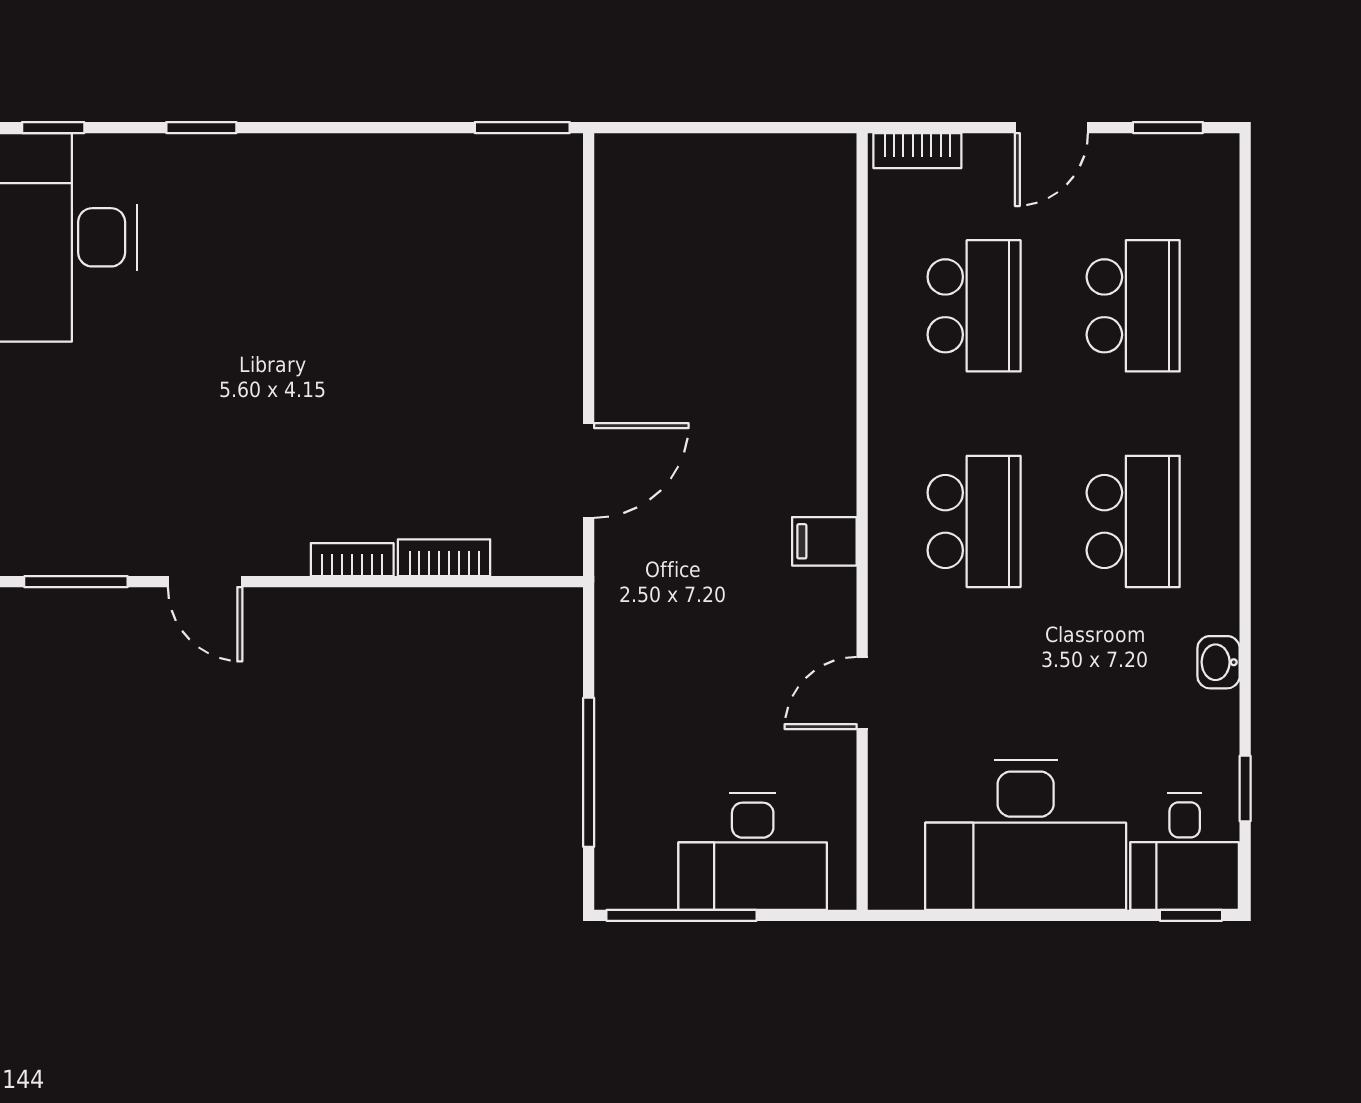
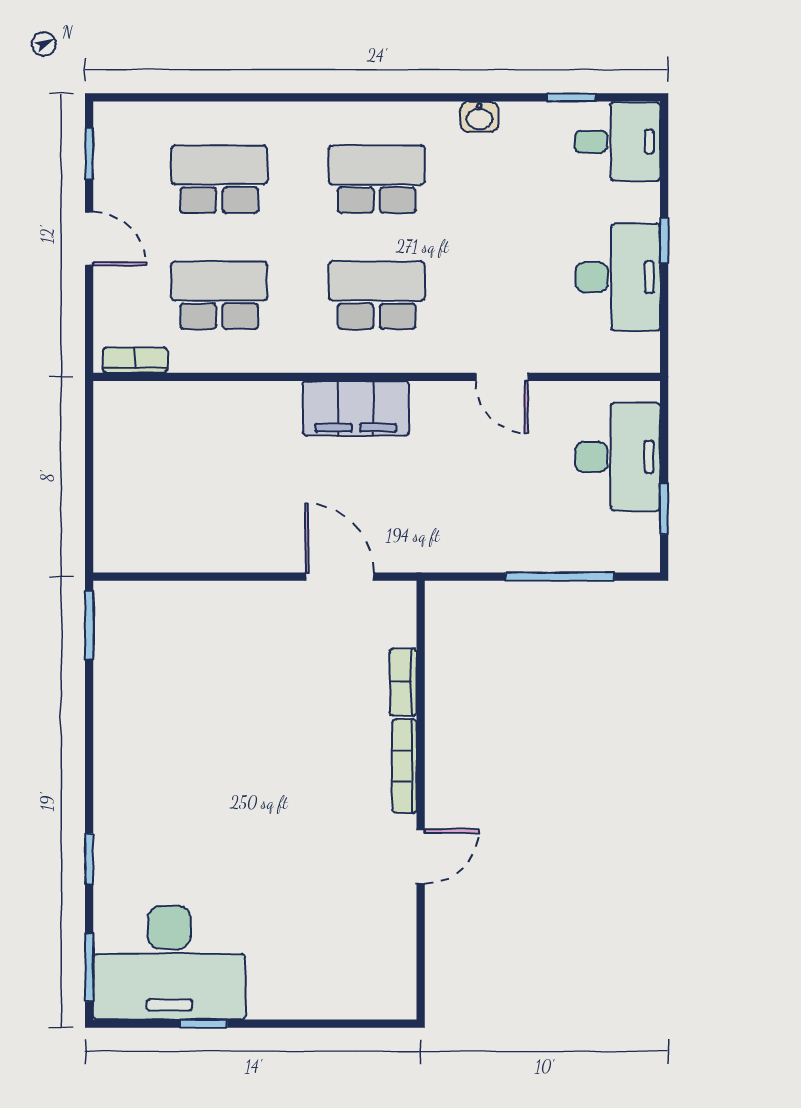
window: (53, 128) -> (89, 967), width x1.50
bookcase: (917, 151) -> (135, 360), moved, turned -90
filing cabinet: (824, 541) -> (356, 408), width x3.00, depth x1.17
bookcase: (352, 560) -> (404, 766), width x1.56
window: (76, 582) -> (421, 951), removed
desk: (1026, 835) -> (618, 277), width x0.73, depth x0.77
window: (681, 915) -> (664, 509), width x0.46
window: (1191, 915) -> (664, 240), moved

